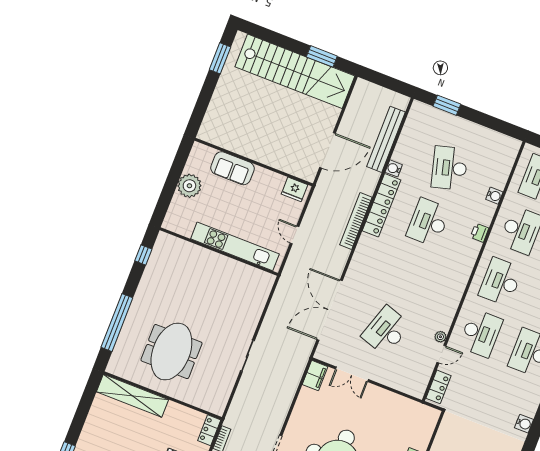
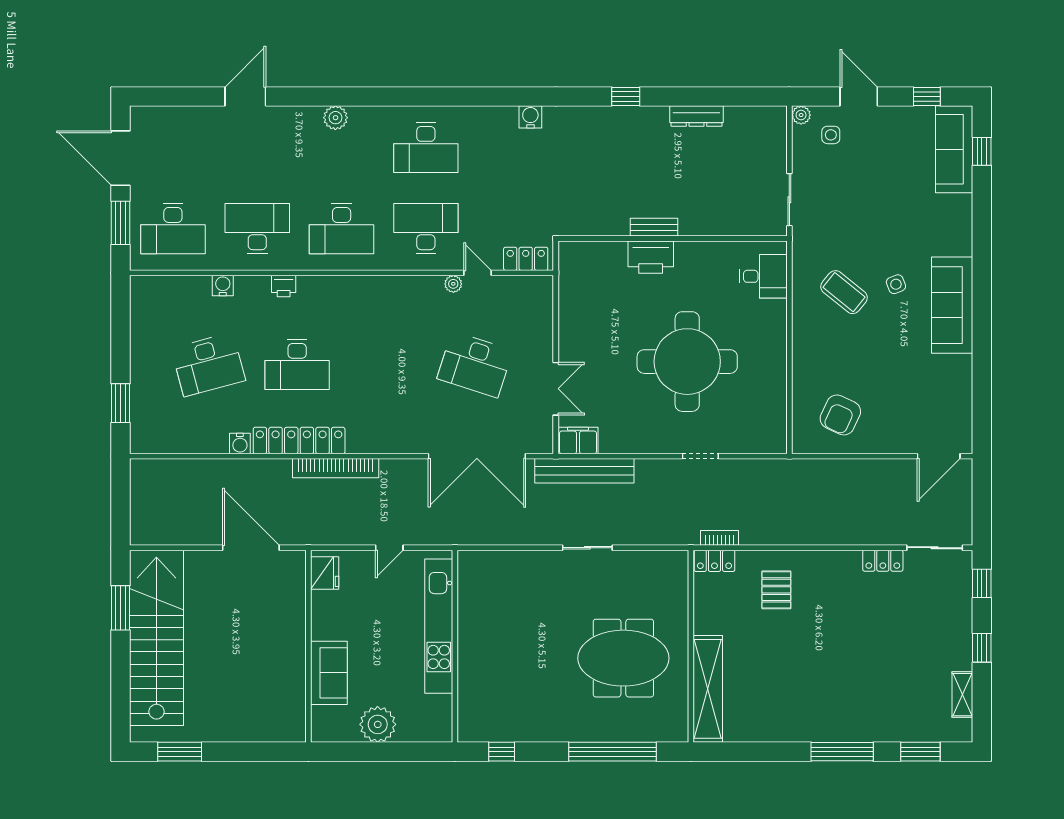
bench: (386, 139) -> (584, 471), moved

